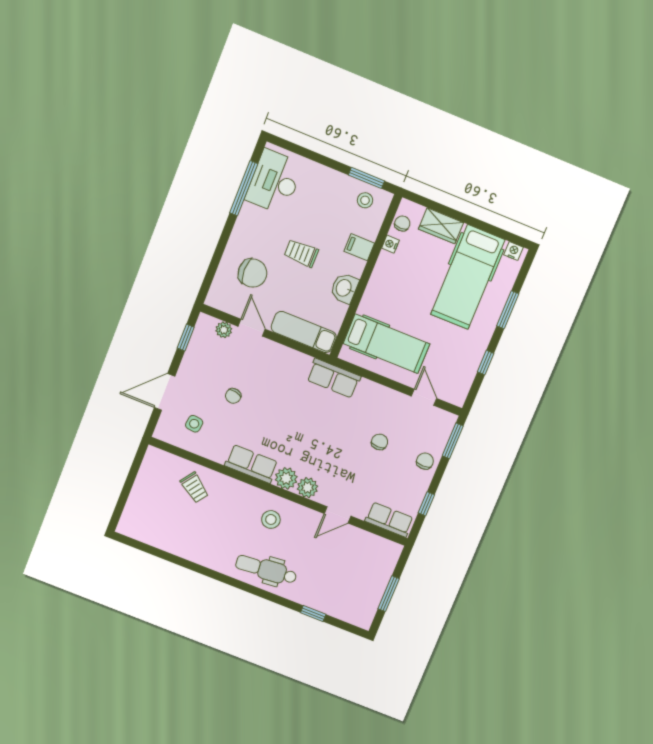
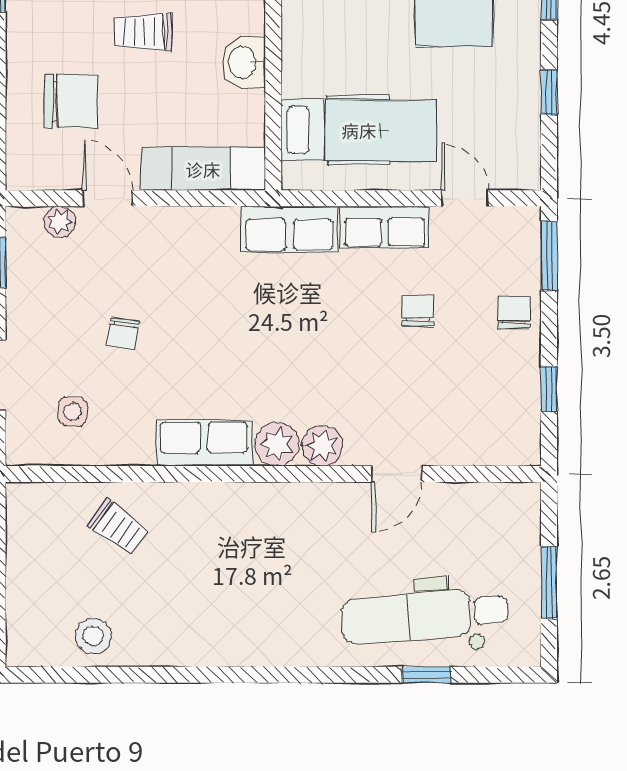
stool: (271, 519) -> (94, 636), moved
row of seats: (389, 520) -> (385, 227), moved, turned 180
dental chair: (266, 570) -> (425, 616), moved, width x1.36, depth x1.38

